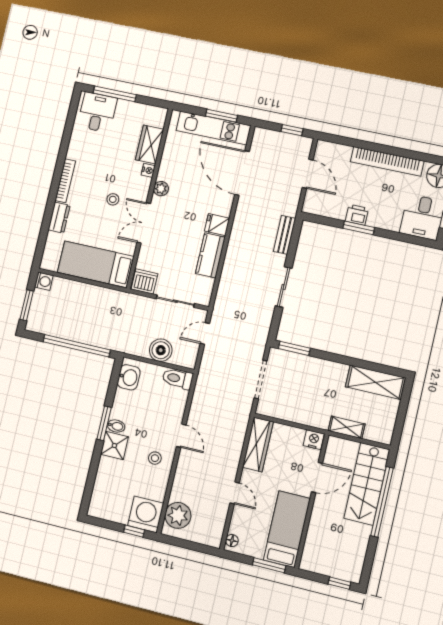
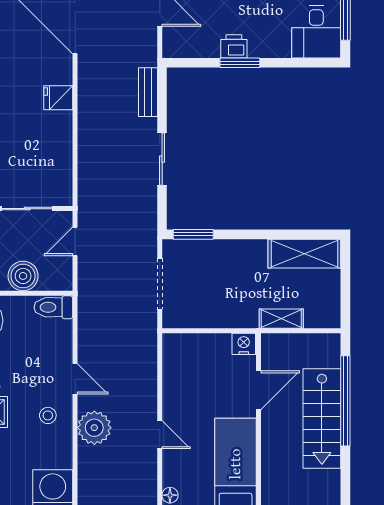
kitchen counter: (210, 255) -> (59, 139), removed
wardrobe: (258, 445) -> (175, 367), removed
stairs: (367, 484) -> (322, 419), moved
plant: (178, 515) -> (94, 428), moved

